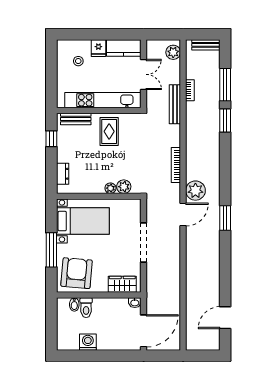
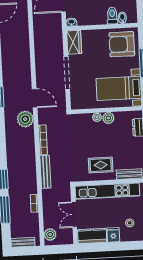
bench: (175, 104) -> (45, 172), moved
rug: (109, 131) -> (101, 165), turned 90
plant: (124, 187) -> (108, 118), moved
door: (183, 215) -> (35, 98), swing flipped
armchair: (77, 273) -> (122, 44), turned 85
wardrobe: (122, 284) -> (74, 42), moved, turned -90

